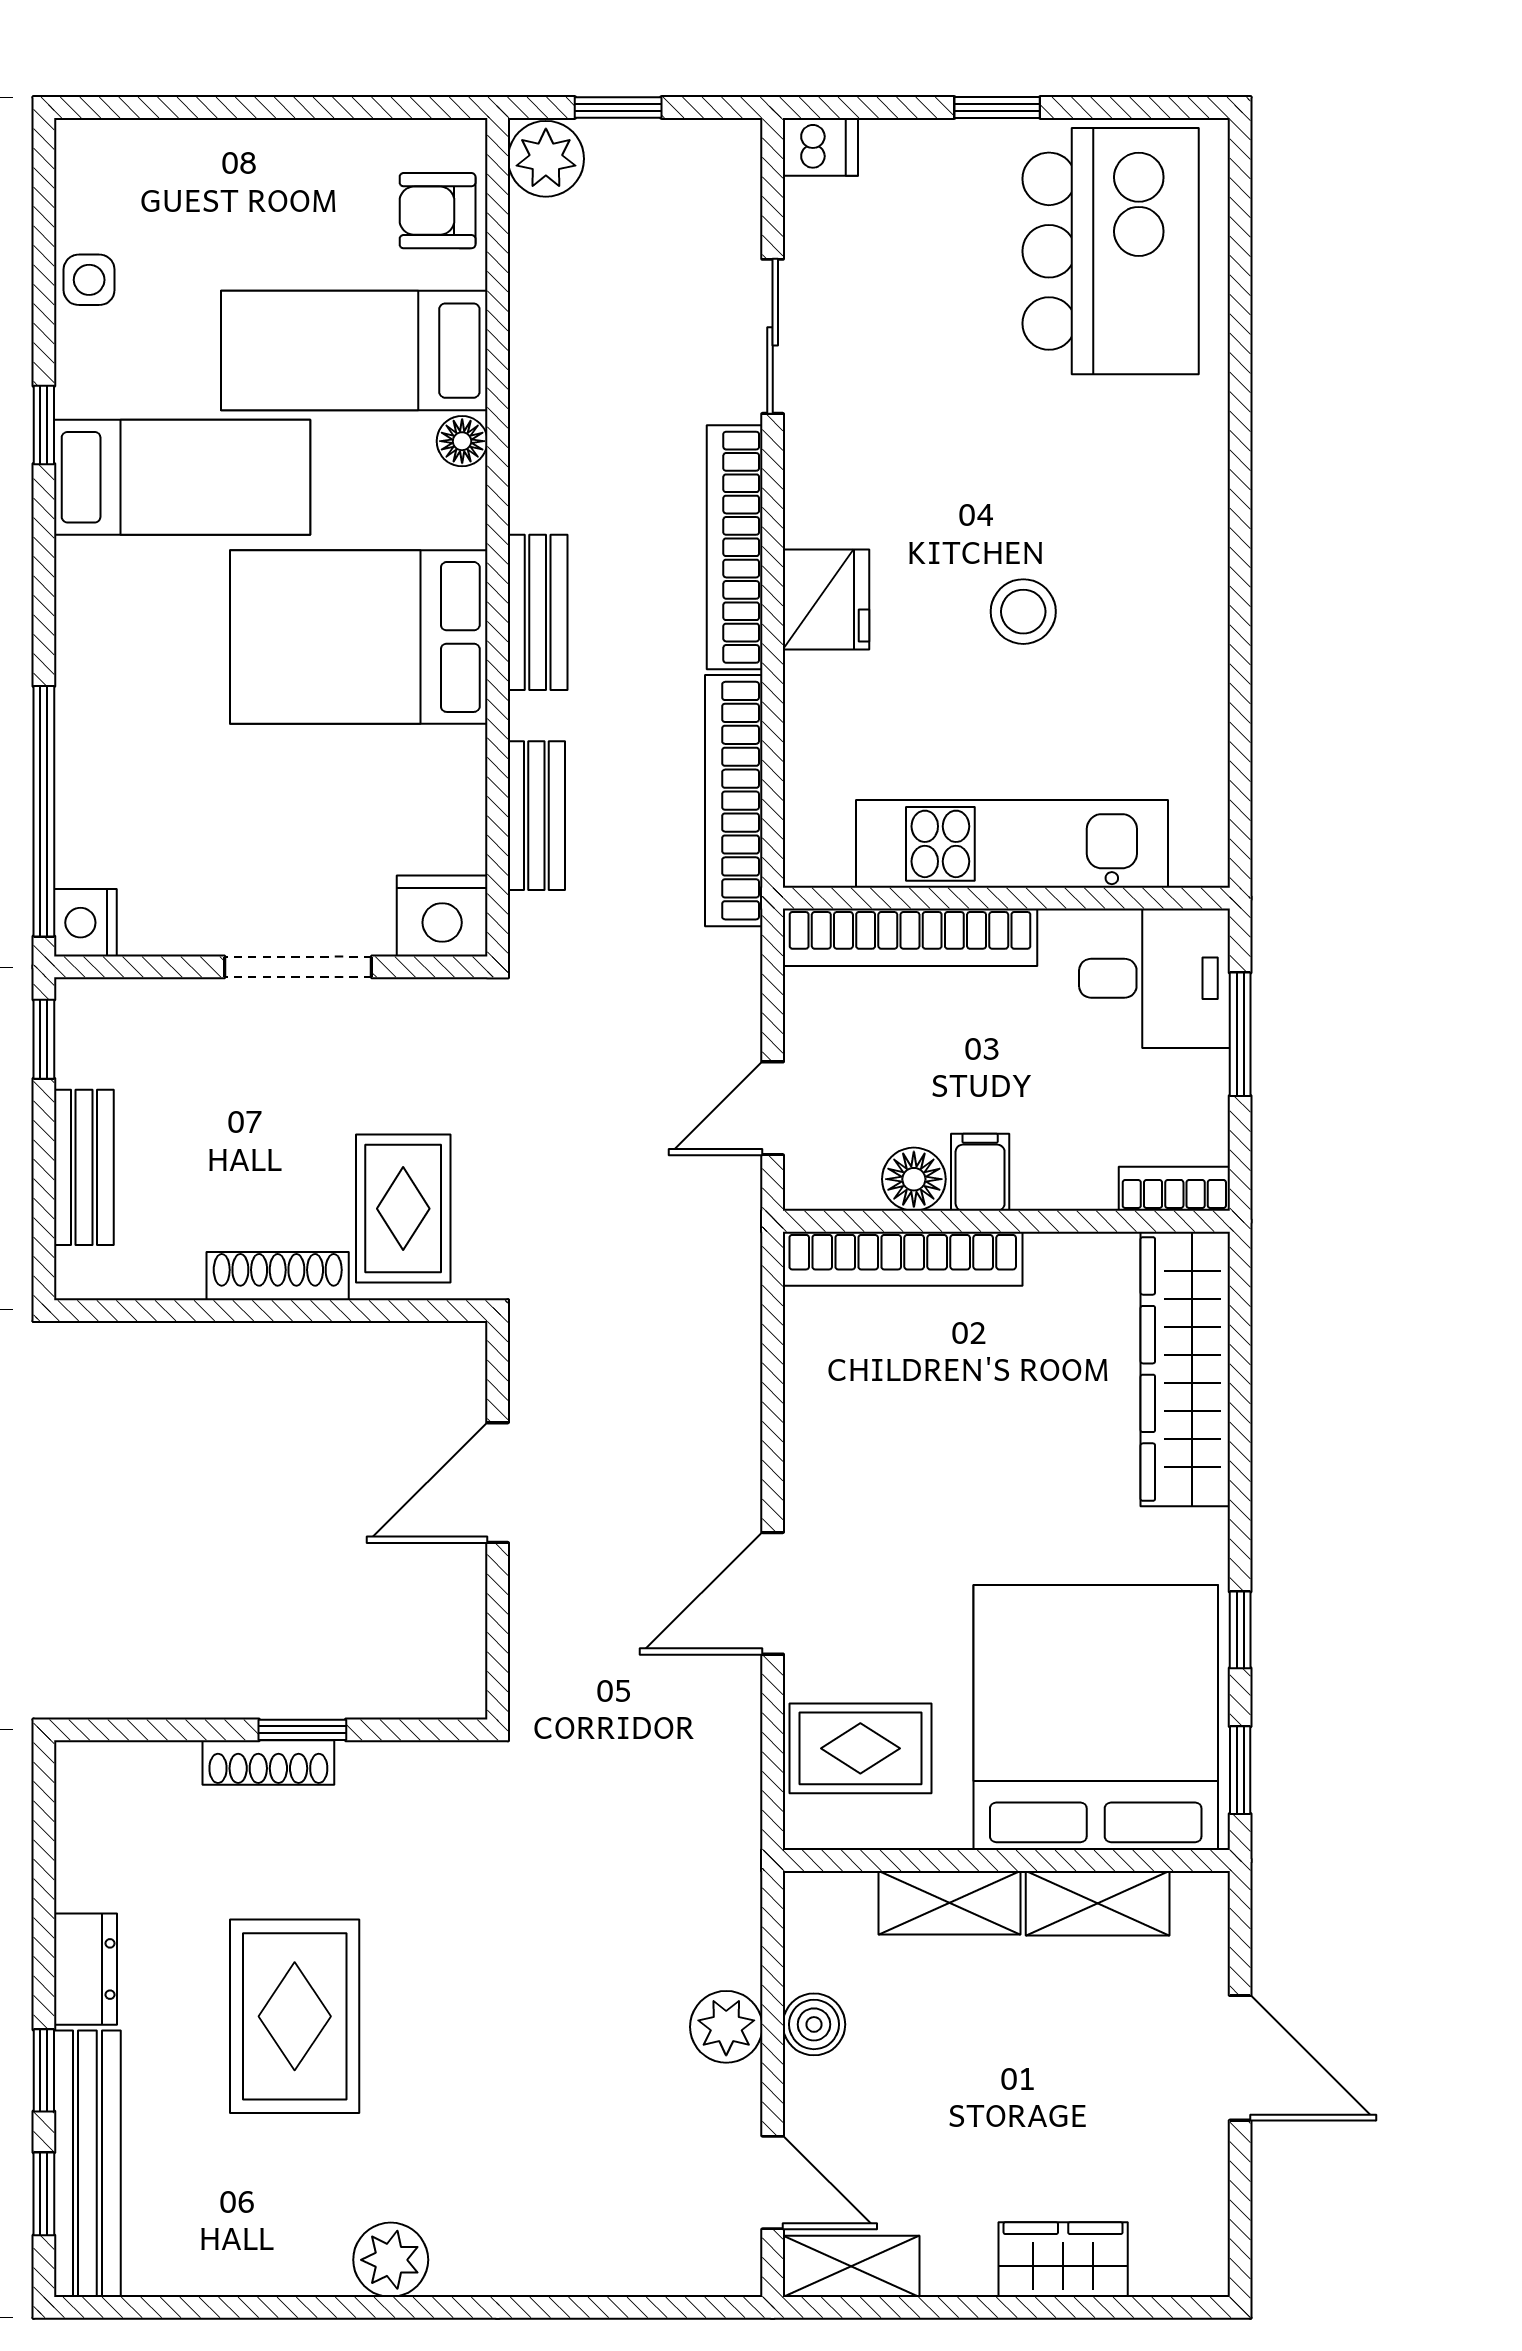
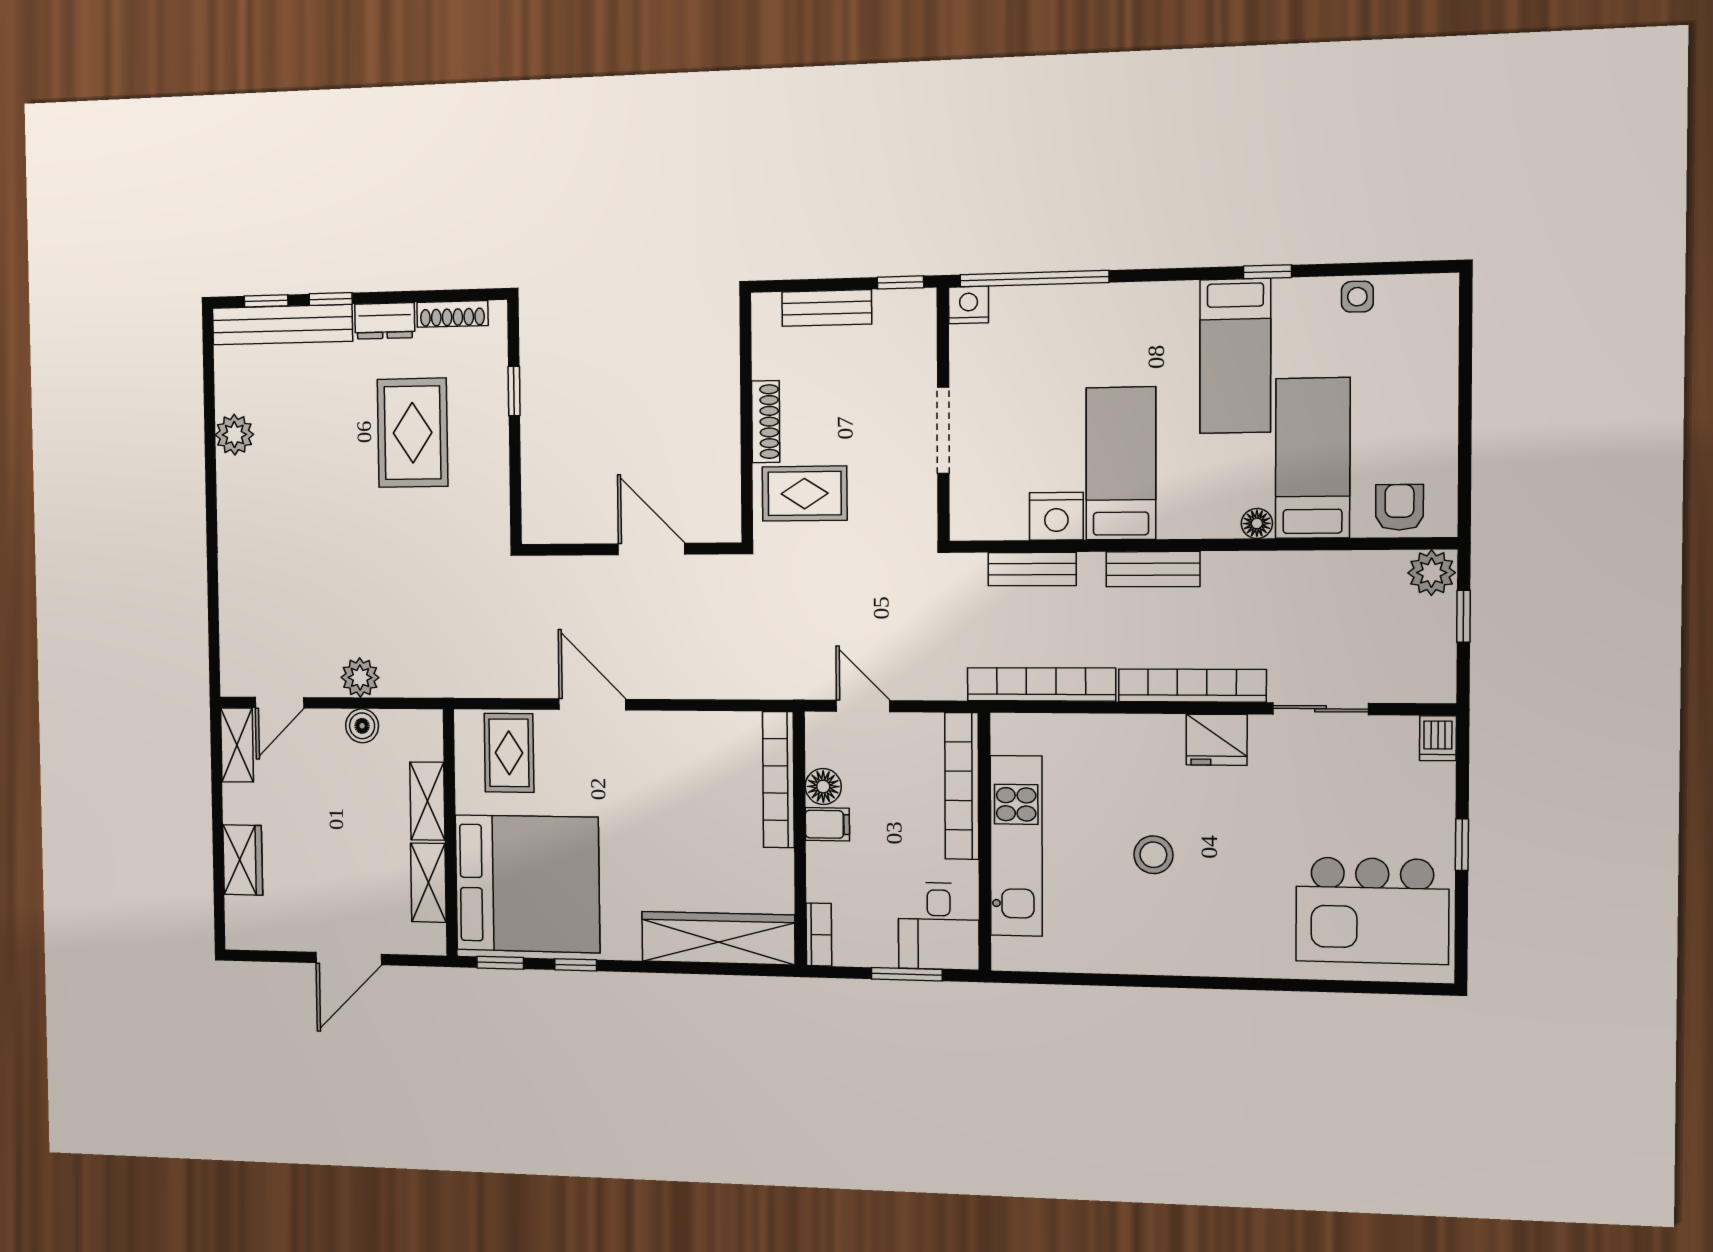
fridge: (826, 599) -> (1217, 740), moved
bed: (359, 637) -> (1121, 463), width x0.67
nightstand: (442, 916) -> (1056, 516), moved, turned -90
window: (302, 1730) -> (514, 391), moved
shoe rack: (268, 1763) -> (452, 314), moved, turned -90
rug: (295, 2016) -> (413, 433), moved, turned 90
plant: (391, 2260) -> (234, 435), moved

